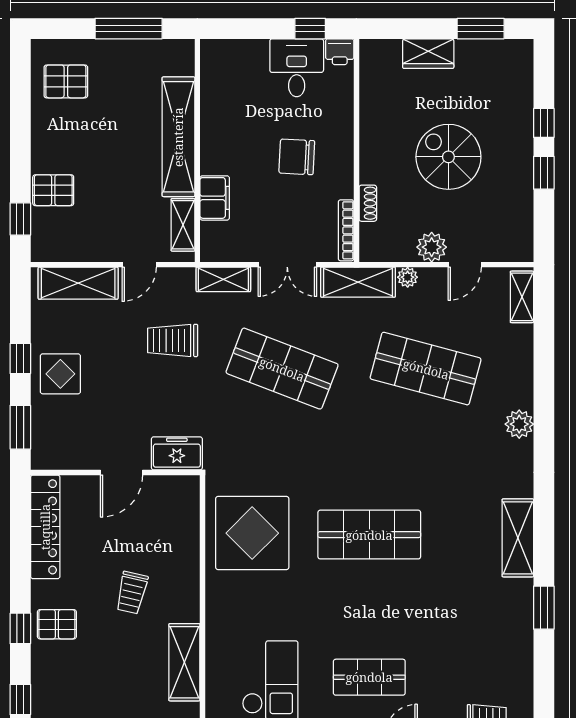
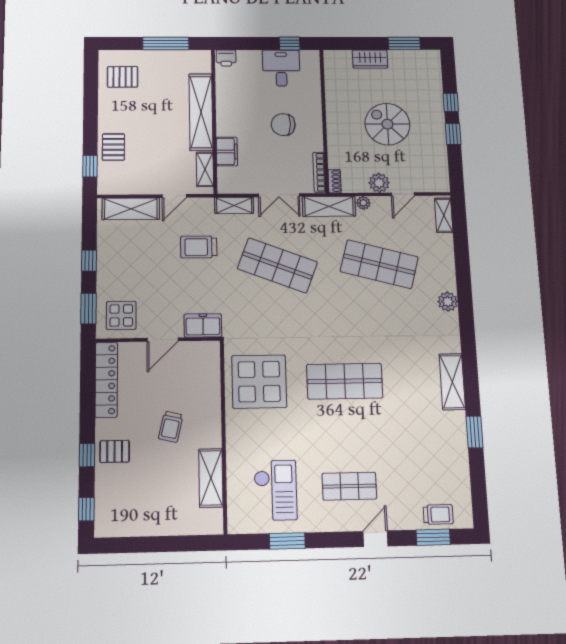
printer: (340, 52) -> (226, 58), moved
pallet: (53, 190) -> (113, 147), turned 90
shoe rack: (368, 203) -> (335, 181), moved
display table: (60, 374) -> (121, 315), moved

